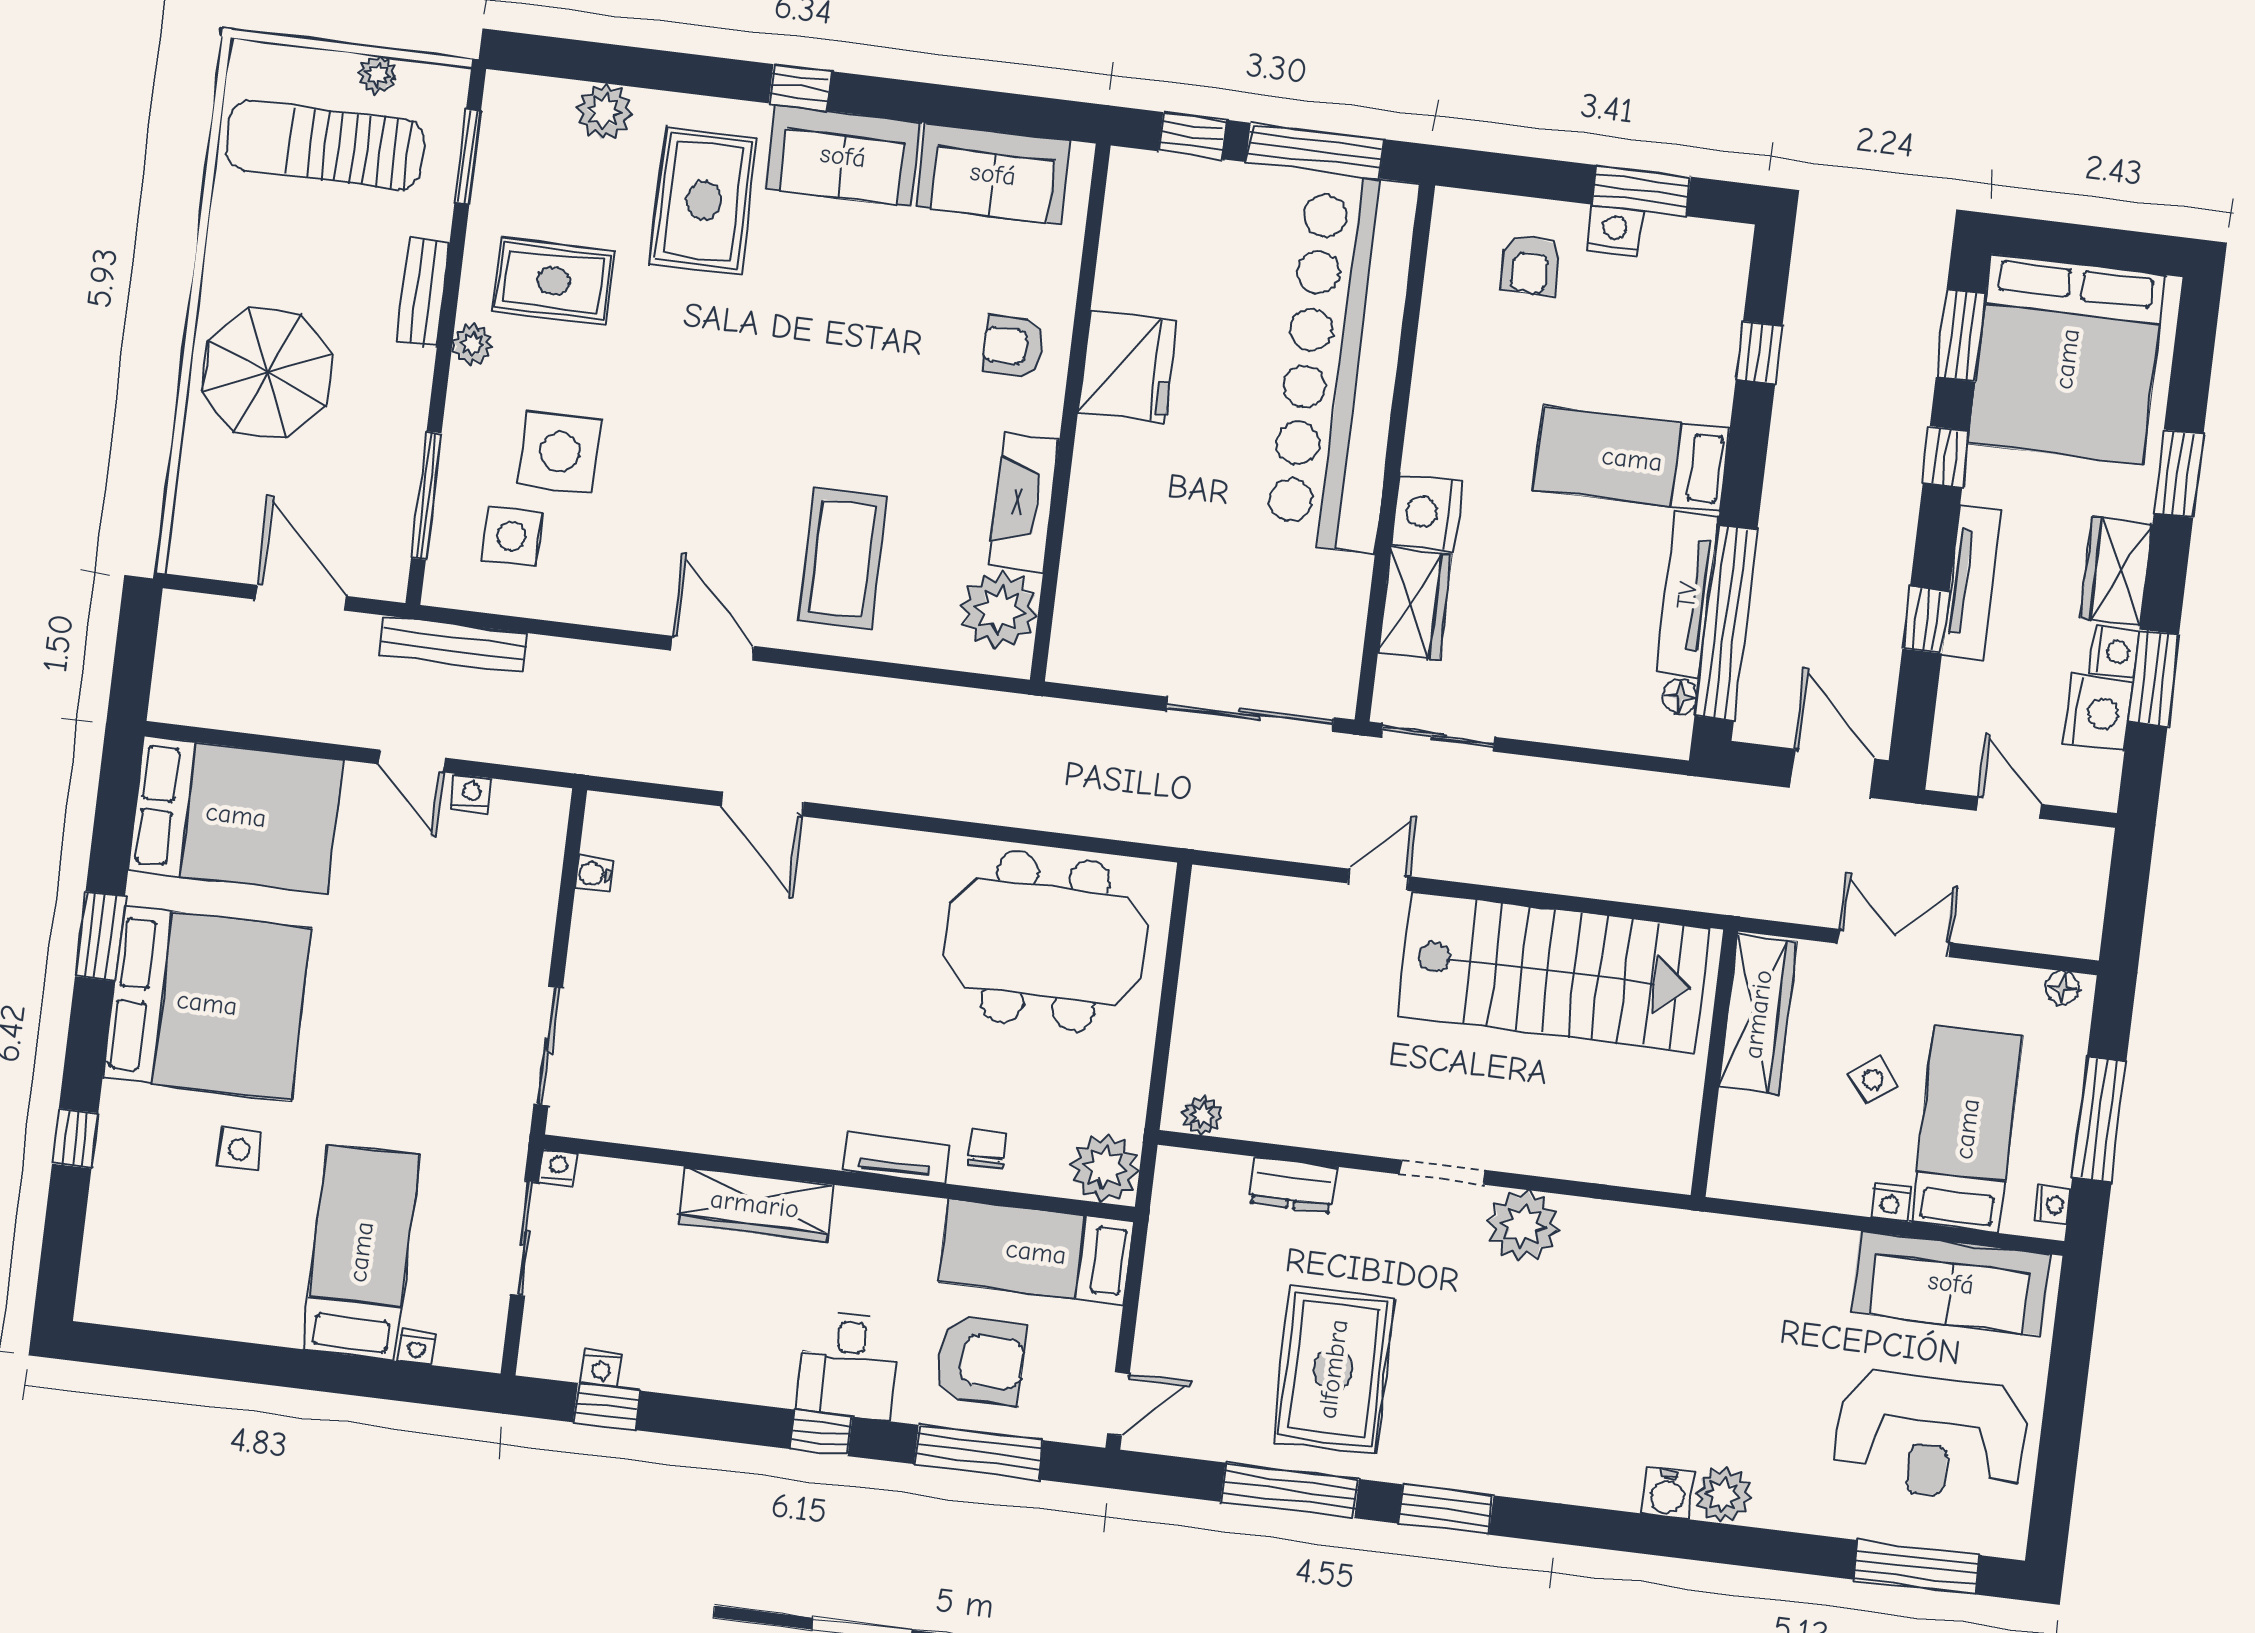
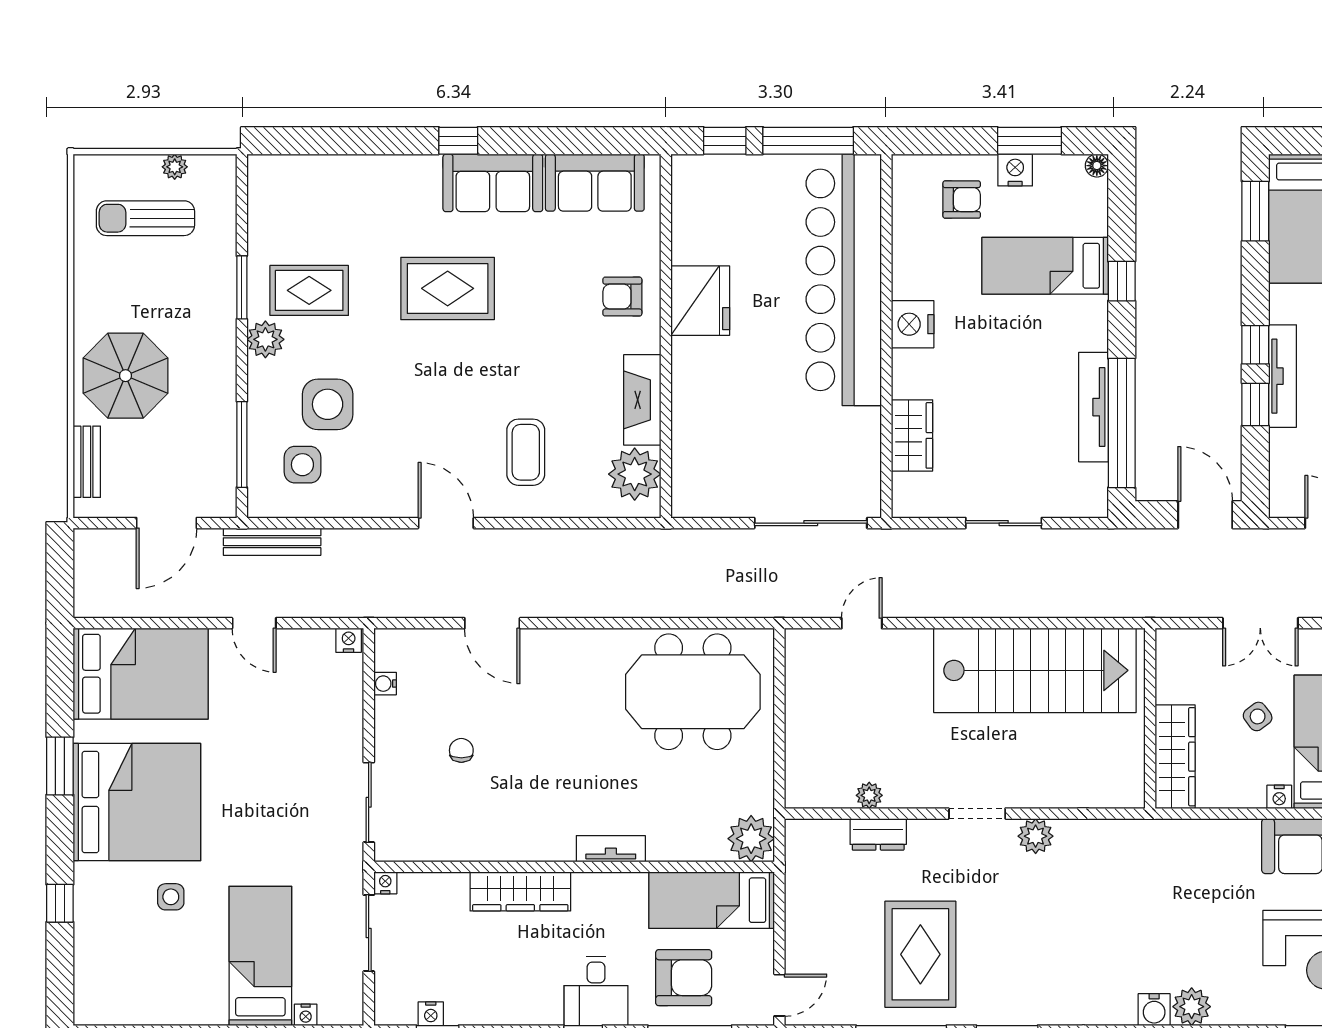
plant: (604, 112) -> (330, 173), removed
sun lounger: (325, 145) -> (145, 218), width x0.73, depth x0.75
window: (468, 156) -> (242, 287), moved
rug: (704, 201) -> (448, 288), moved, turned 90
armchair: (1531, 265) -> (962, 200), turned -90
bench: (423, 292) -> (87, 462), moved
plant: (472, 344) -> (265, 339), width x1.38, depth x1.38
window: (1759, 352) -> (1122, 281), moved
window: (1946, 457) -> (1255, 345), moved
bed: (1632, 459) -> (1045, 266), moved
nightstand: (1427, 512) -> (913, 324), moved
coffee table: (843, 558) -> (526, 452), width x0.73, depth x0.76
door: (301, 598) -> (166, 523), swing flipped
floor lamp: (1680, 697) -> (1097, 166), moved
sliding door: (1438, 737) -> (1004, 523), moved
nightstand: (471, 794) -> (349, 640), moved
door: (1378, 880) -> (862, 623), moved
double door: (1894, 943) -> (1260, 623), swing flipped
wardrobe: (1758, 1014) -> (1175, 757), moved
plant: (1202, 1115) -> (869, 795), moved
chair: (988, 1149) -> (461, 750), moved
plant: (1523, 1225) -> (1036, 836), width x0.73, depth x0.73

